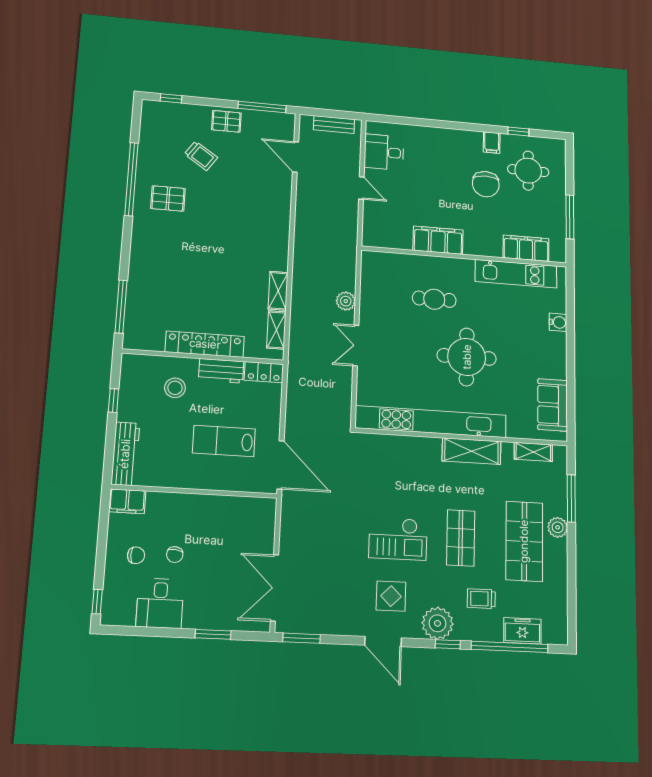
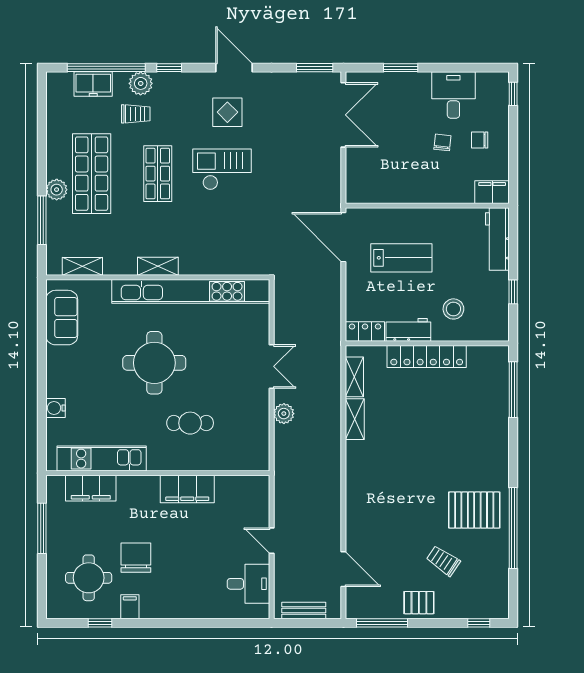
pallet: (168, 198) -> (474, 510), width x1.50, depth x1.42
shelving: (472, 451) -> (158, 266), width x0.67, depth x0.75
plant: (437, 623) -> (141, 83), moved, width x0.73, depth x0.73

